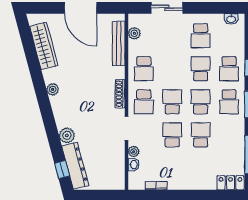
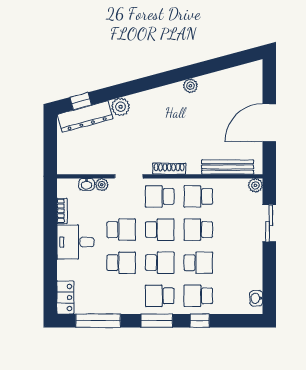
plant: (134, 33) -> (255, 185), moved
school desk: (201, 36) -> (198, 230), moved
wardrobe: (44, 46) -> (225, 80), removed
plant: (53, 89) -> (190, 86), moved
desk: (183, 174) -> (75, 242), added

